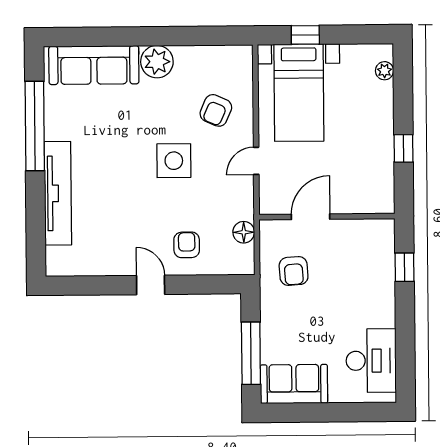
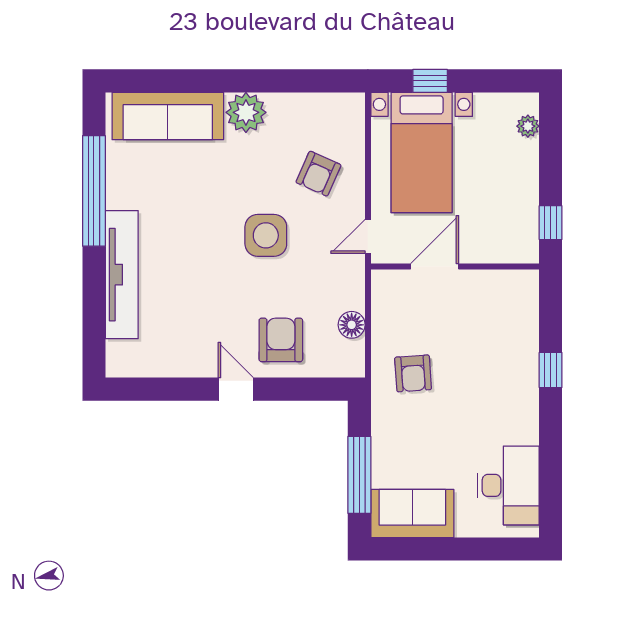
door: (311, 217) -> (435, 266), moved
wall: (327, 217) -> (455, 266), moved
armchair: (187, 245) -> (281, 340), width x1.38, depth x1.38

